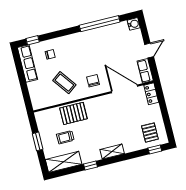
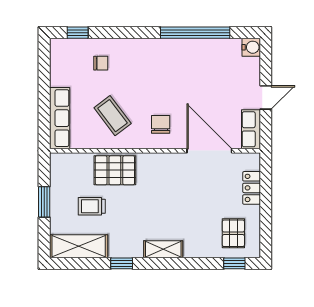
row of seats: (28, 64) -> (60, 118), moved
locker: (151, 94) -> (252, 188), moved

